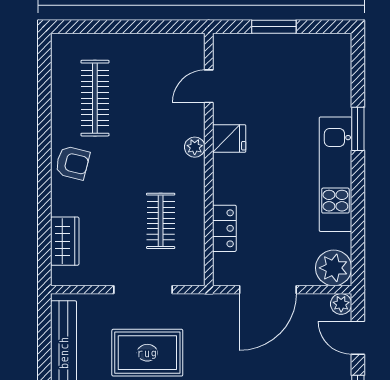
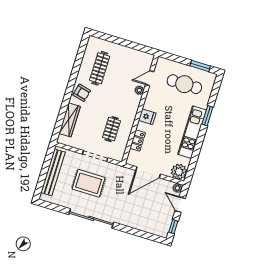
window: (274, 27) -> (200, 66), moved
cafe table: (287, 76) -> (184, 84), added
fridge: (229, 138) -> (147, 117), moved
plant: (195, 147) -> (139, 90), moved
wardrobe: (65, 241) -> (70, 120), width x1.50

